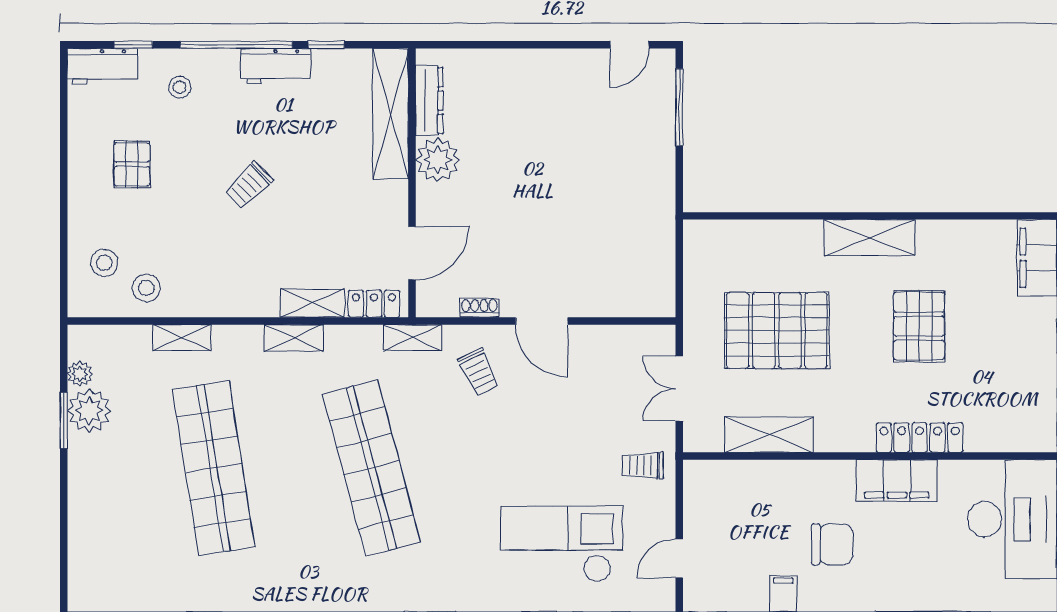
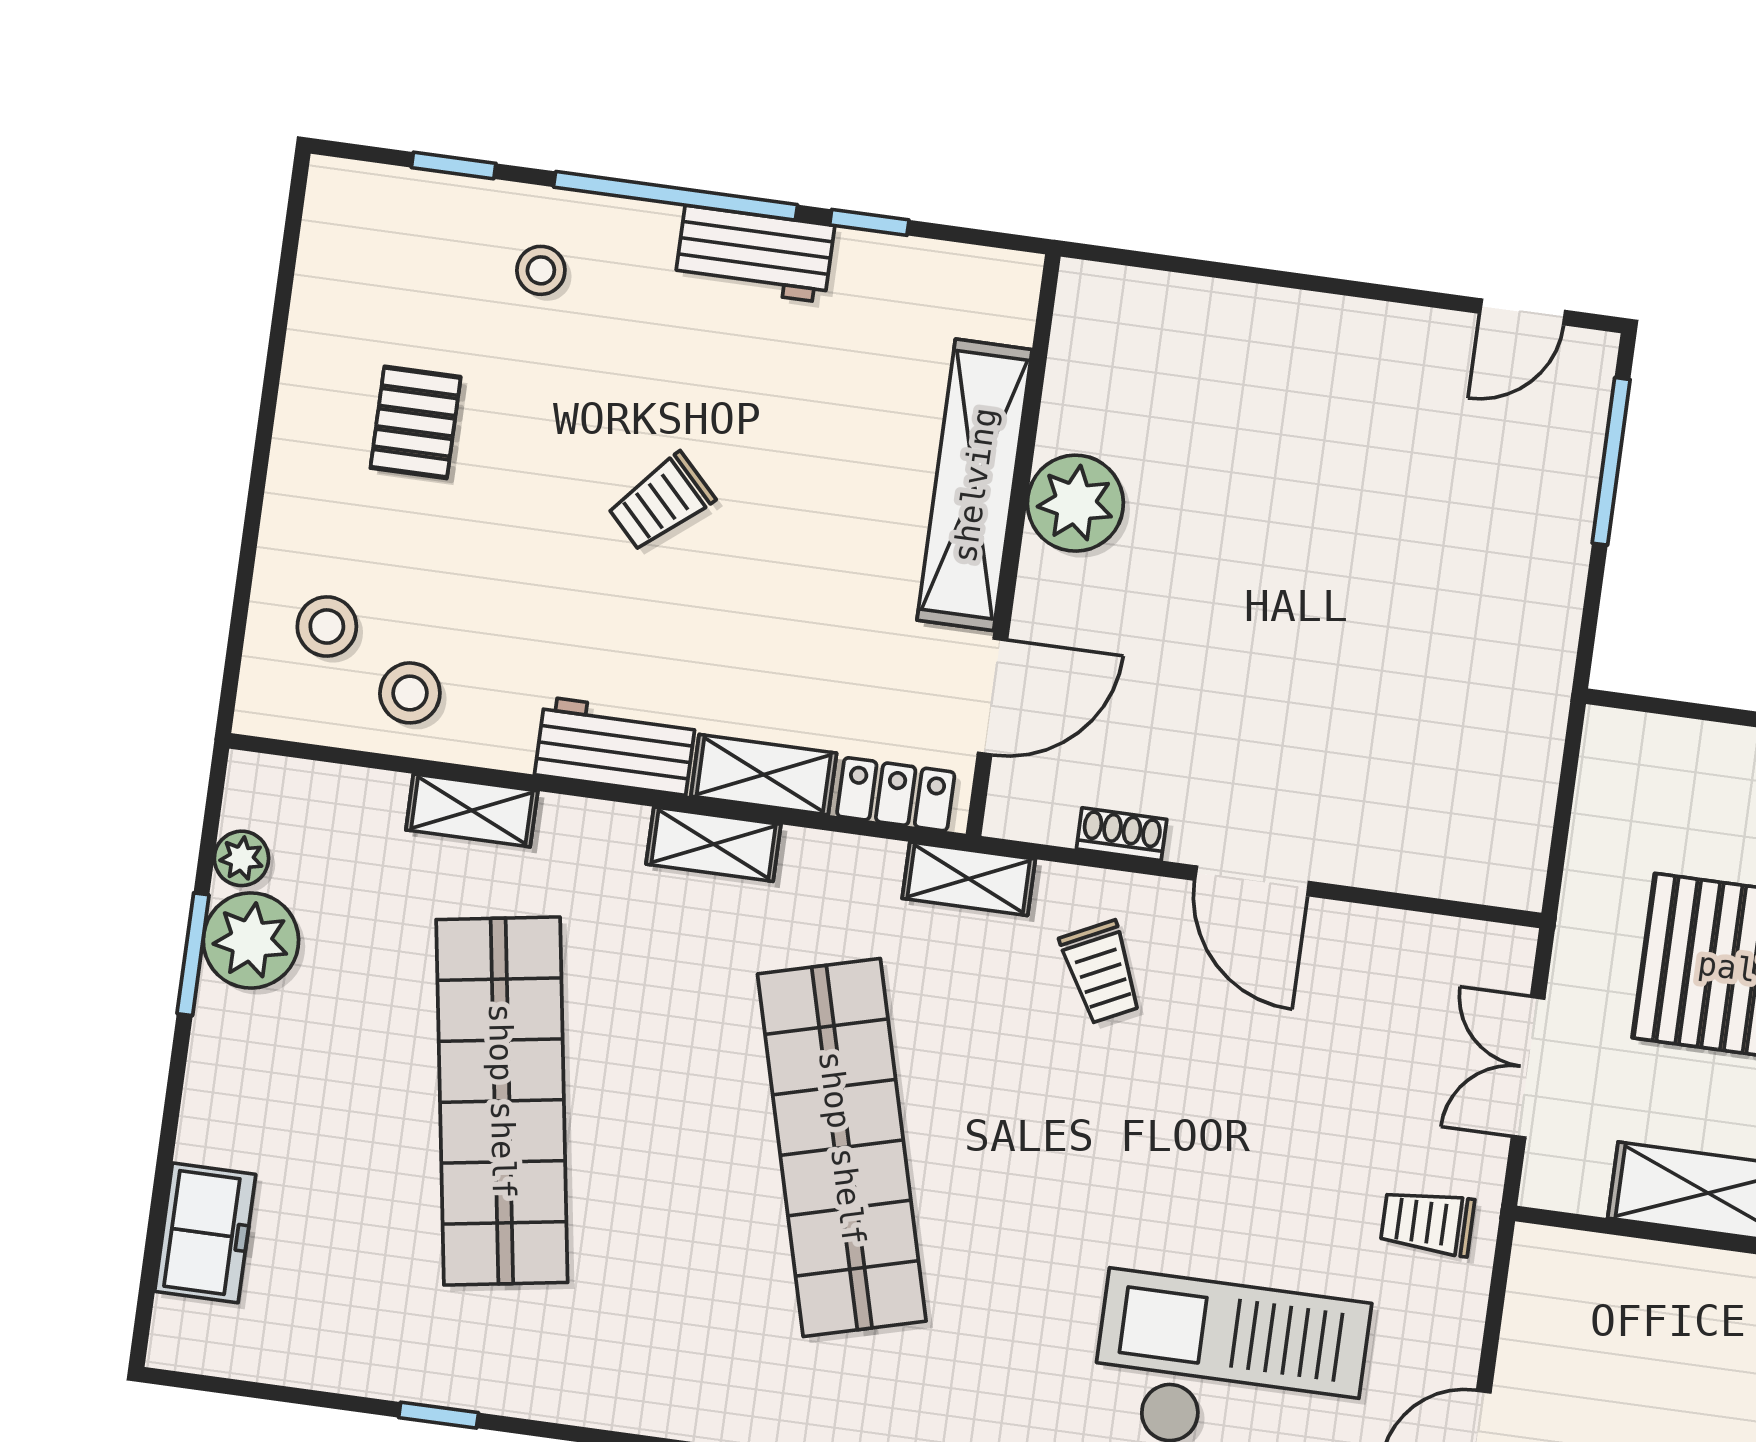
workbench: (102, 67) -> (615, 746), moved, turned 180
dresser: (429, 100) -> (1075, 373), removed
shelving: (391, 114) -> (975, 485), moved
freezer: (87, 547) -> (205, 1233), added

